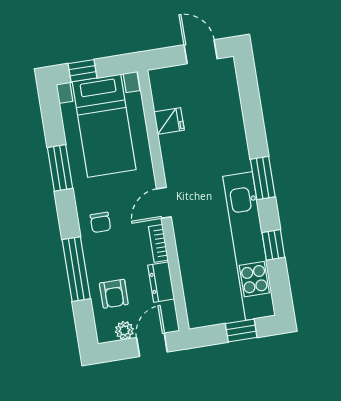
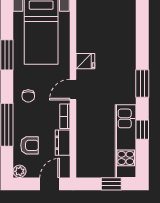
fridge: (169, 121) -> (85, 61), moved
kitchen unit: (249, 246) -> (126, 141), width x0.73
armchair: (114, 294) -> (30, 145), turned -90
plant: (124, 330) -> (20, 171), moved

